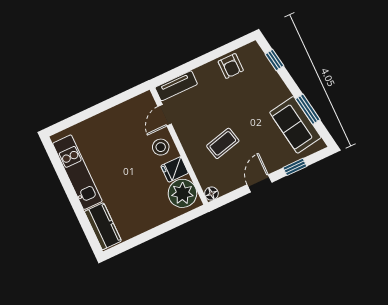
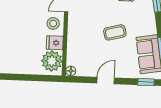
coffee table: (223, 143) -> (115, 32), moved
window: (295, 167) -> (146, 82), moved

